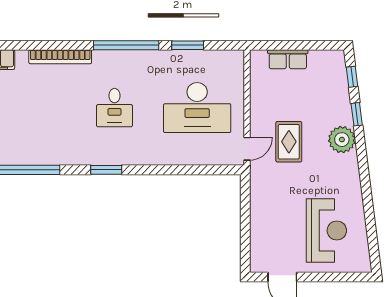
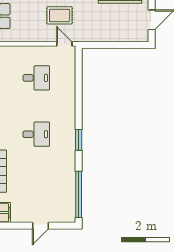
desk: (197, 108) -> (36, 78), width x0.53, depth x0.77

